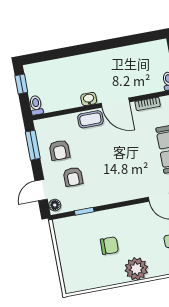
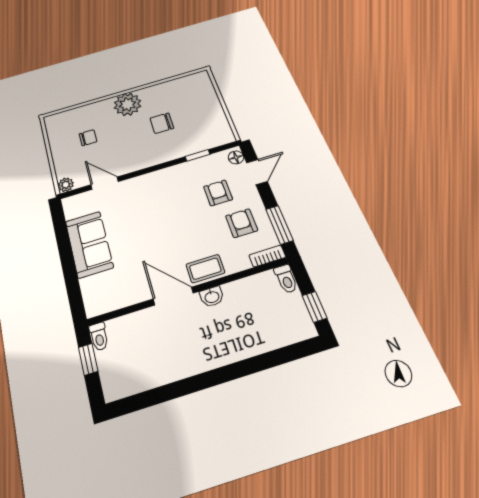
bookcase: (148, 104) -> (267, 256), moved

